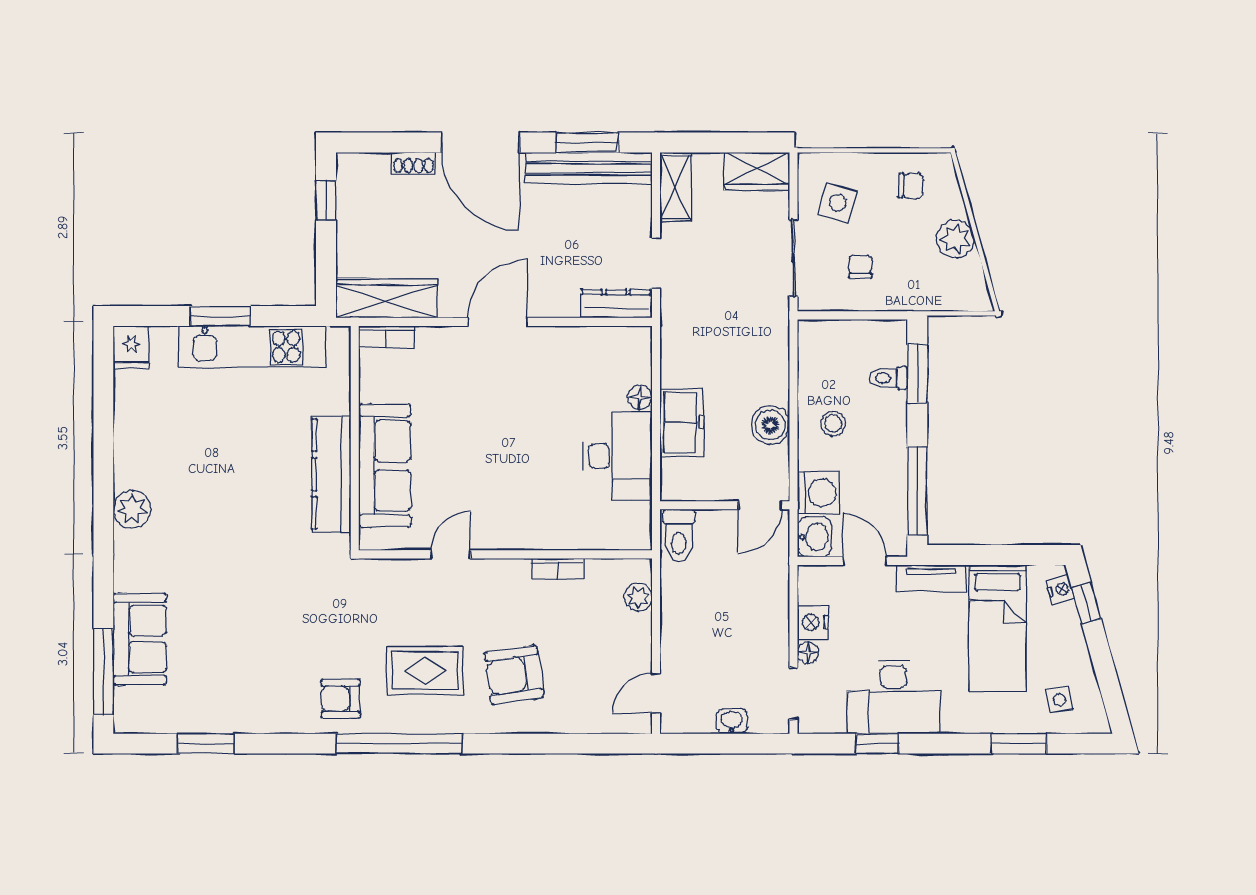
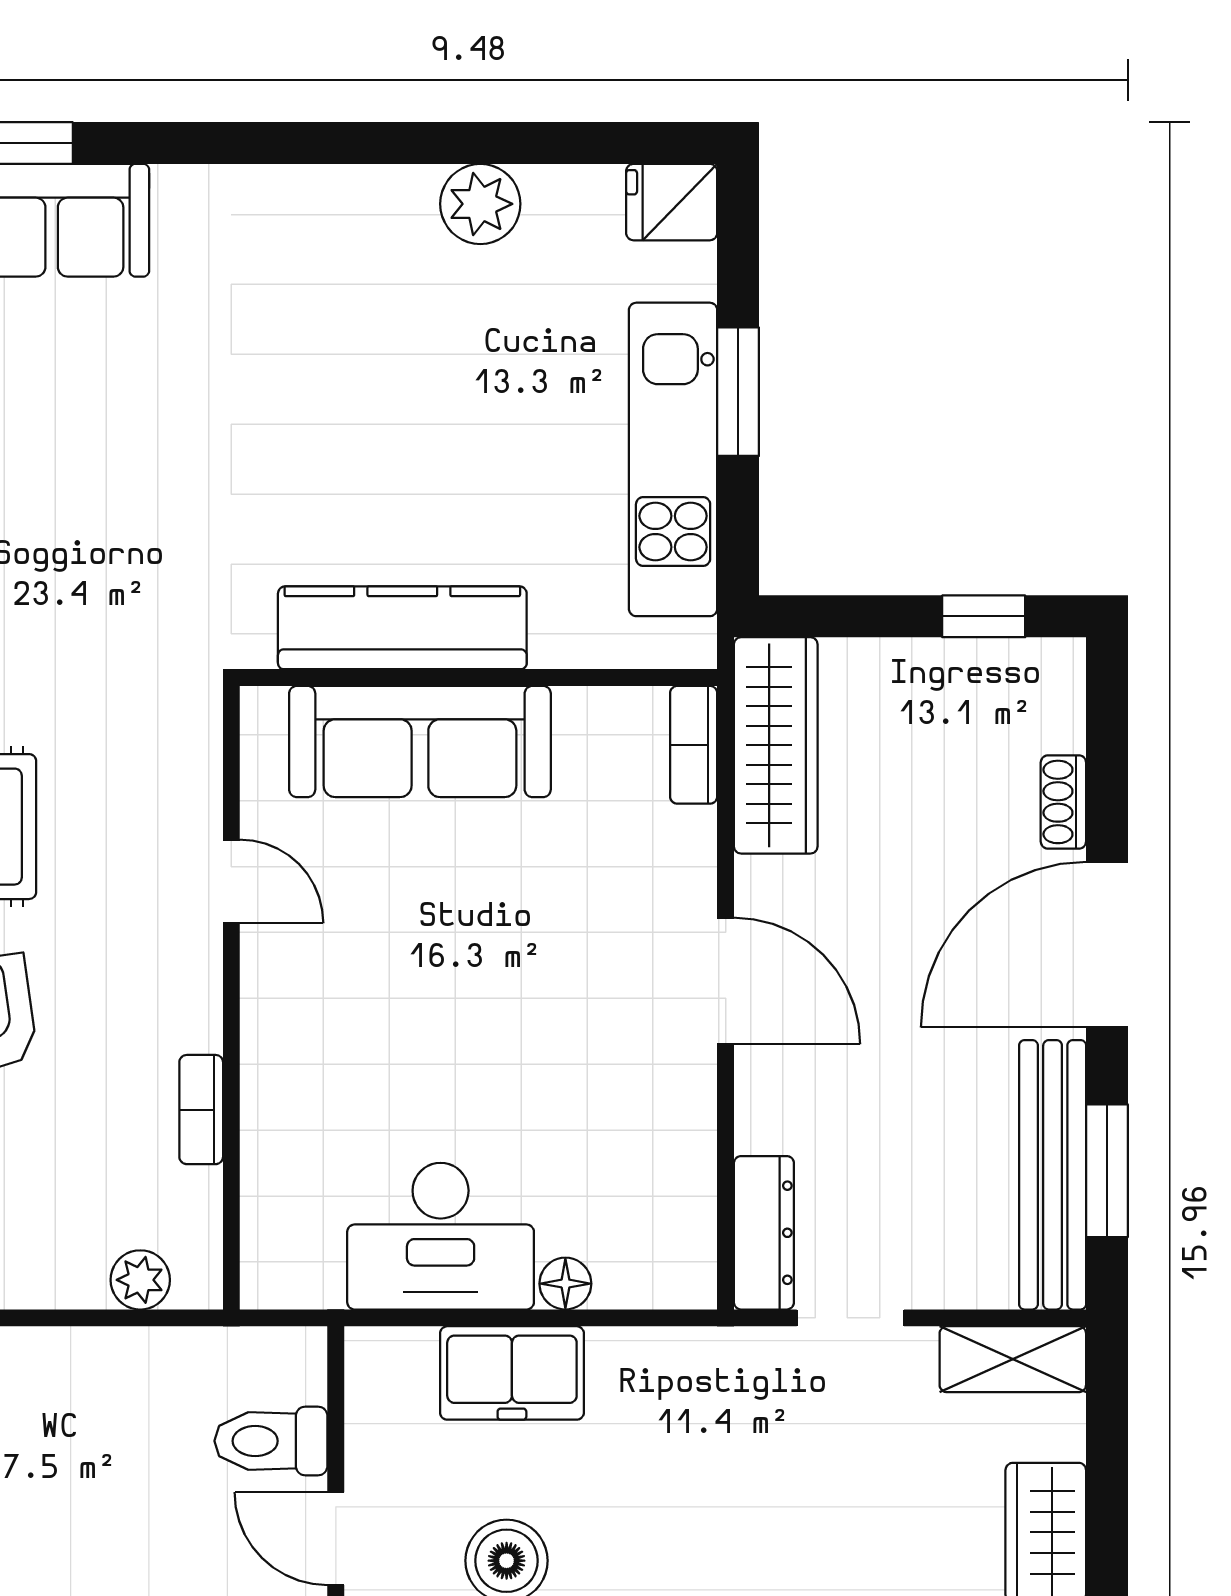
plant: (132, 509) -> (480, 204), moved
toilet: (679, 536) -> (271, 1441), moved

